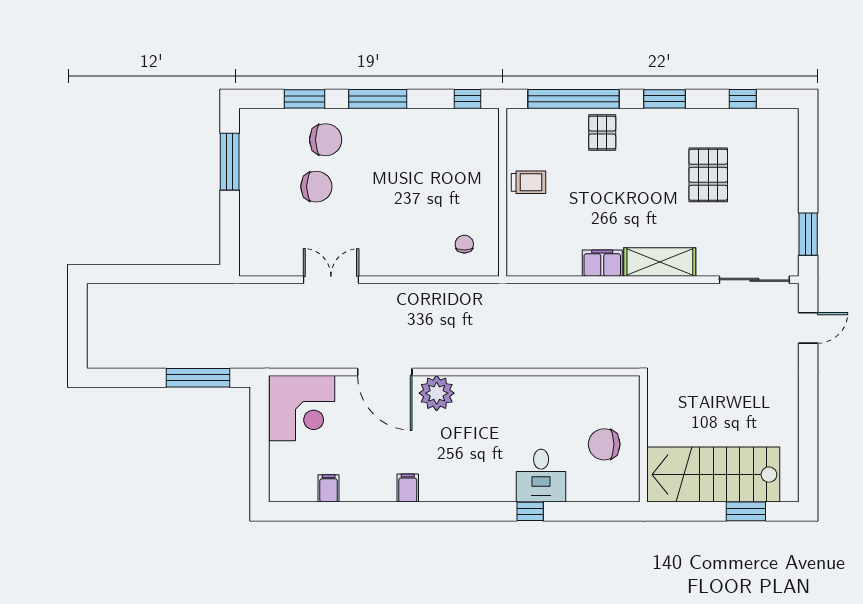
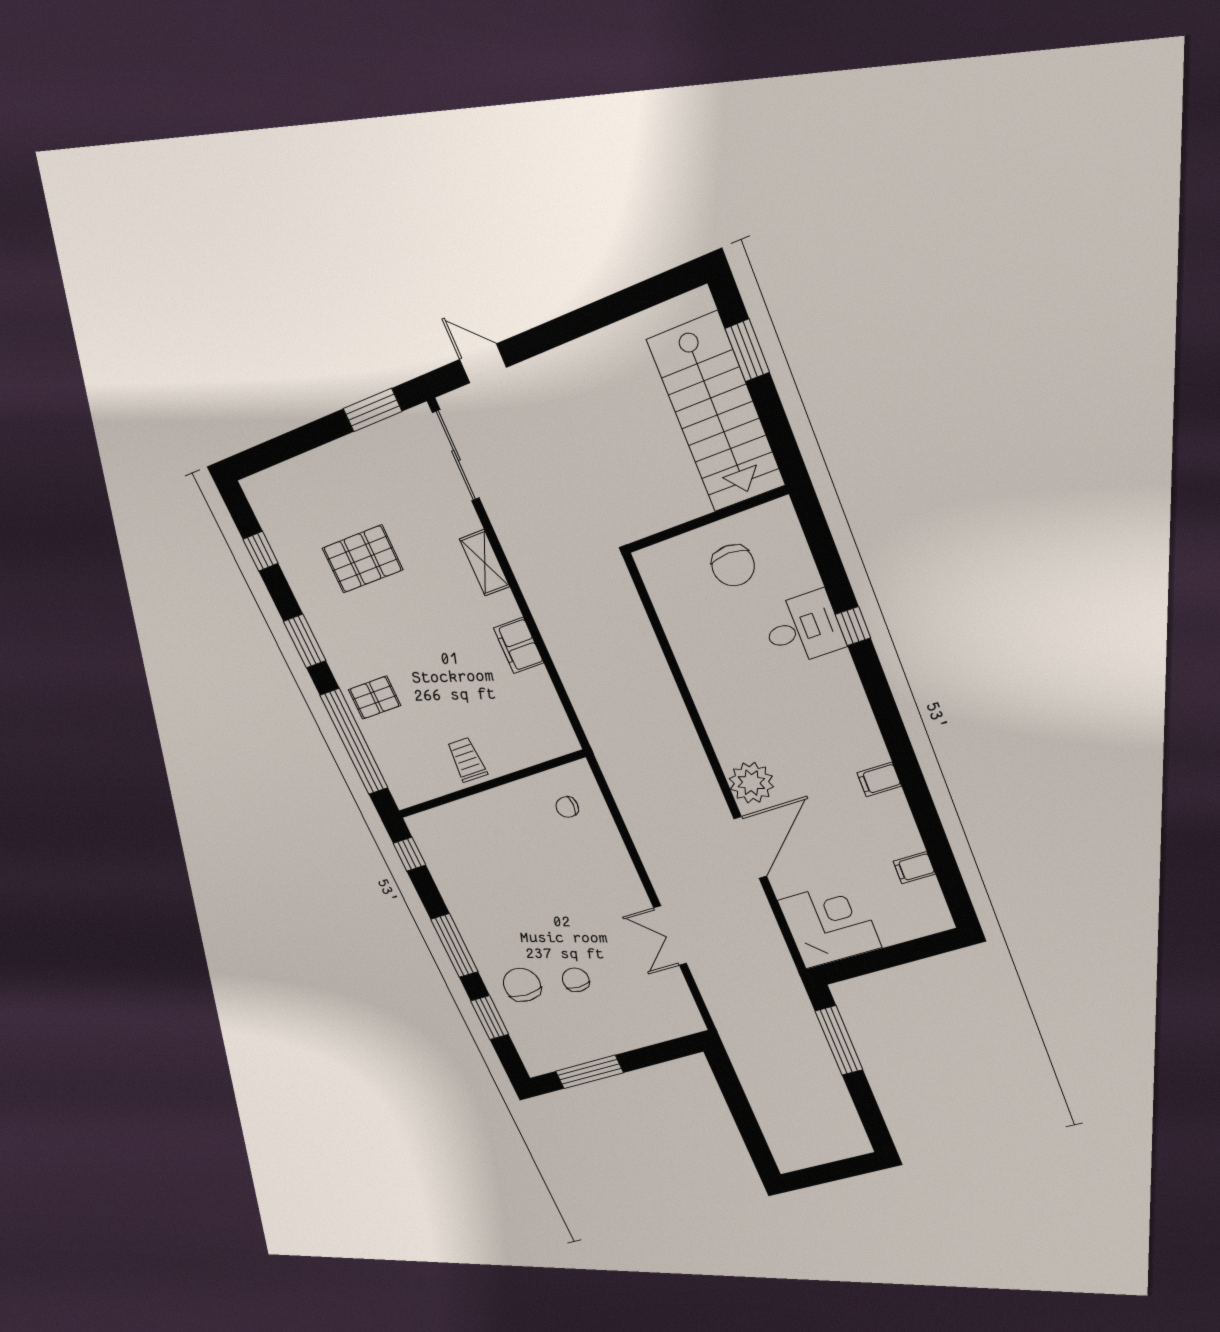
chair: (316, 187) -> (576, 980), width x0.73, depth x0.73
shelving: (660, 262) -> (485, 563), width x0.67, depth x0.75

